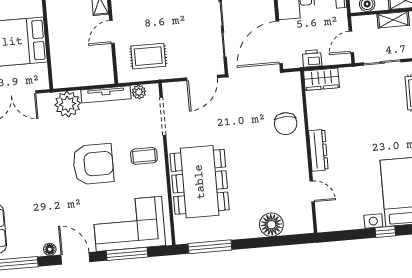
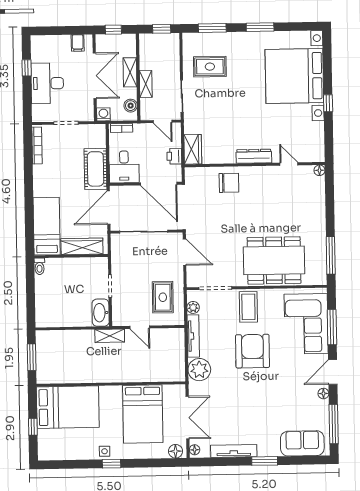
coffee table: (144, 156) -> (248, 307), width x1.36, depth x1.30
door: (312, 191) -> (289, 164), hinge flipped
floor lamp: (271, 225) -> (319, 170), moved, width x0.53, depth x0.53

